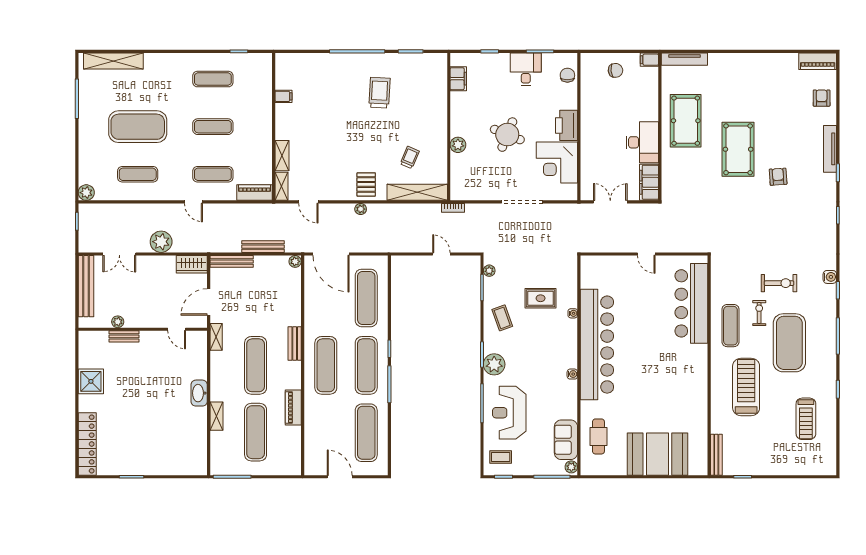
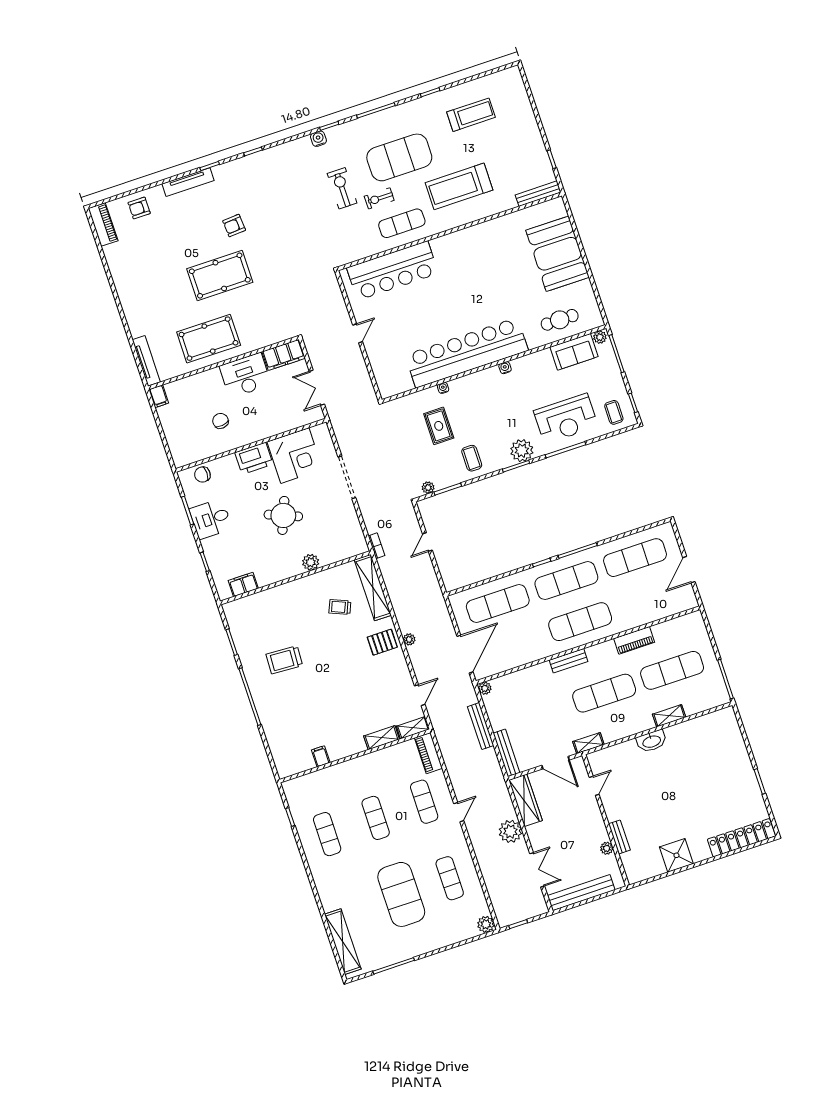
chair: (615, 70) -> (220, 421), moved
wardrobe: (192, 264) -> (526, 800), width x1.50
coffee table: (502, 318) -> (472, 458), turned -70

